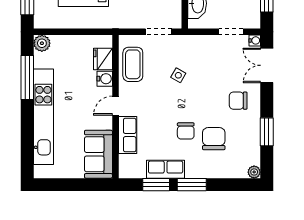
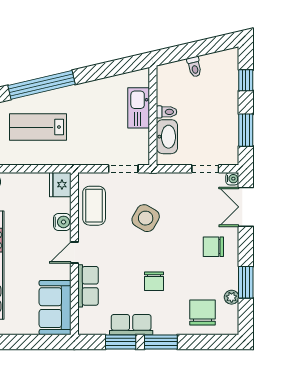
fridge: (103, 59) -> (60, 185), moved
side table: (178, 75) -> (146, 218), width x1.87, depth x1.87
chair: (214, 139) -> (203, 312), moved
plant: (254, 172) -> (232, 297), moved

